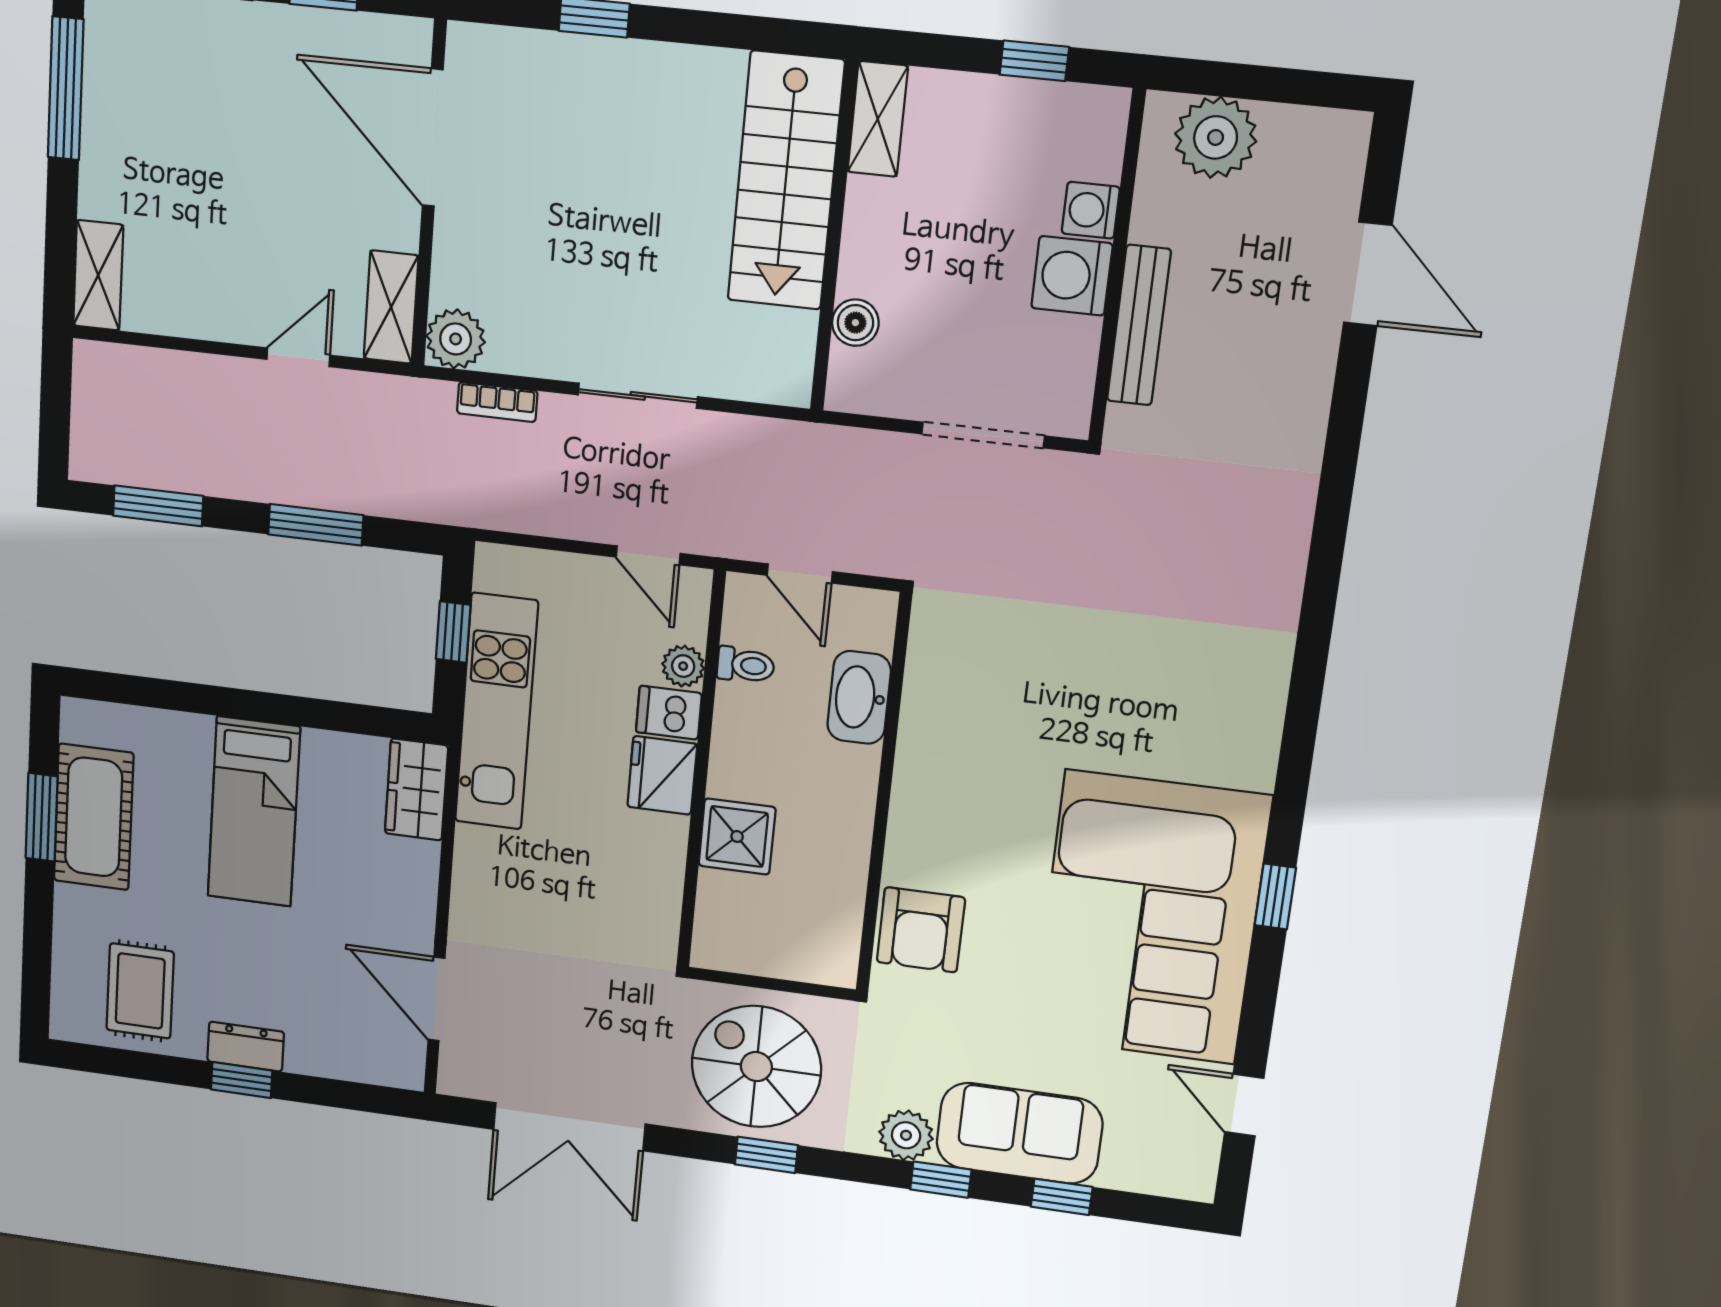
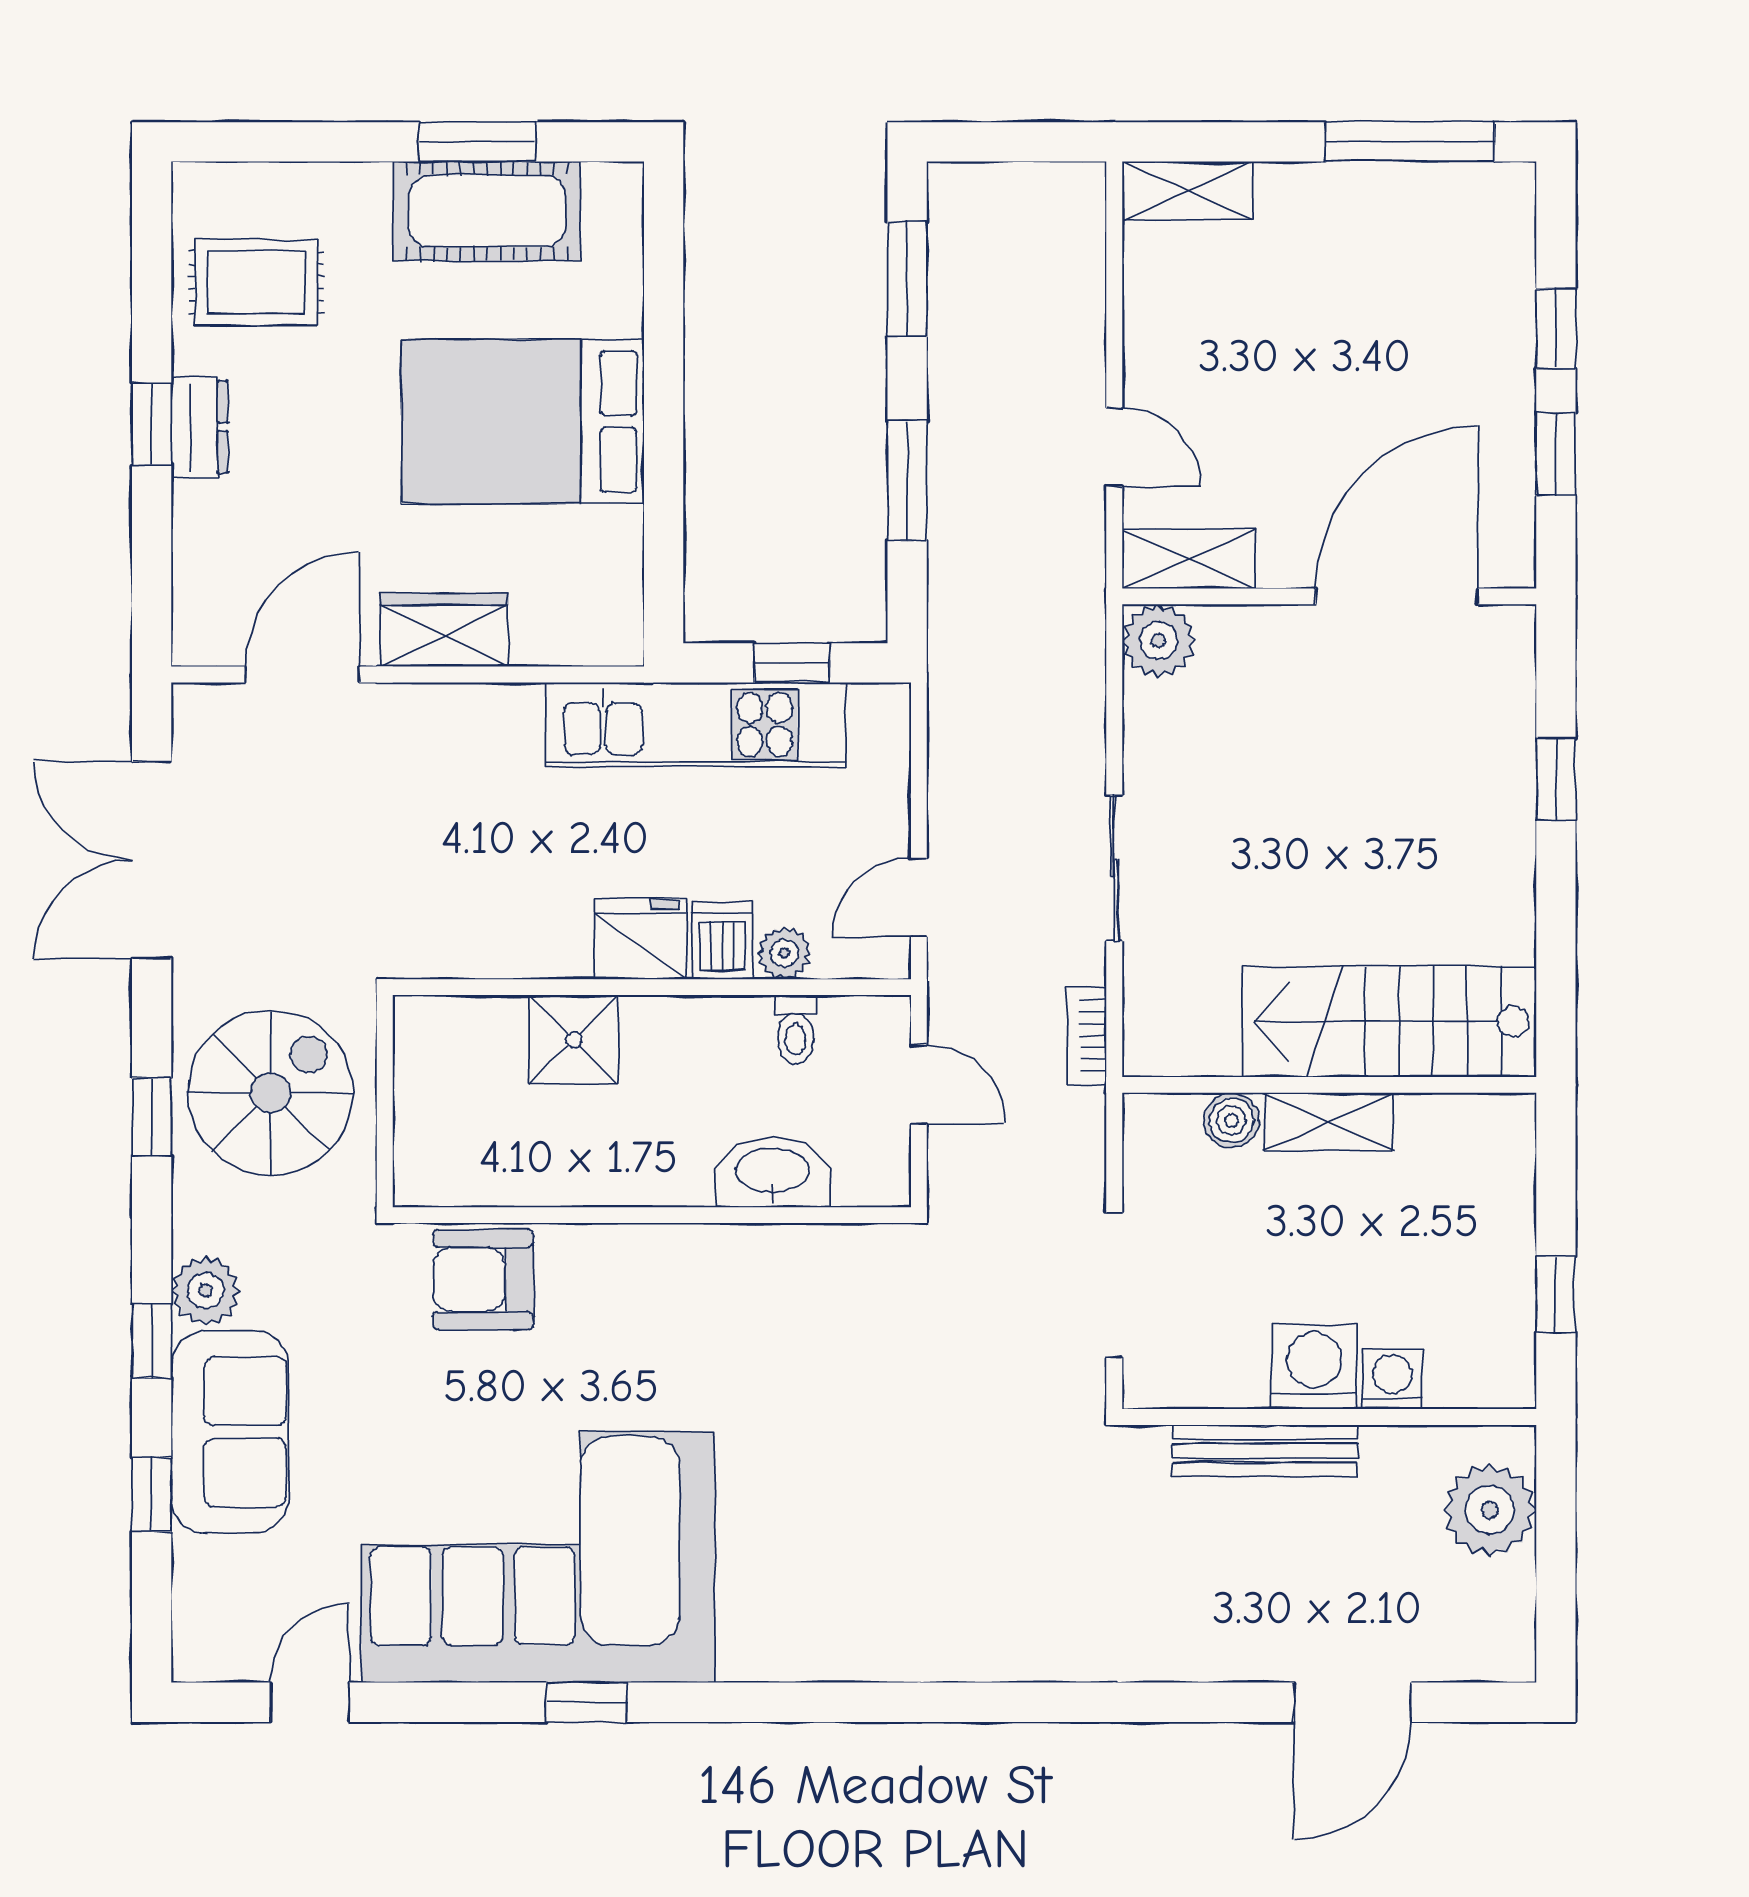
shelving: (878, 119) -> (1329, 1122), moved
bookcase: (497, 402) -> (1087, 1036), moved
door: (800, 573) -> (919, 1084), swing flipped
wardrobe: (416, 790) -> (444, 630), moved
bed: (254, 812) -> (523, 422), width x1.50

